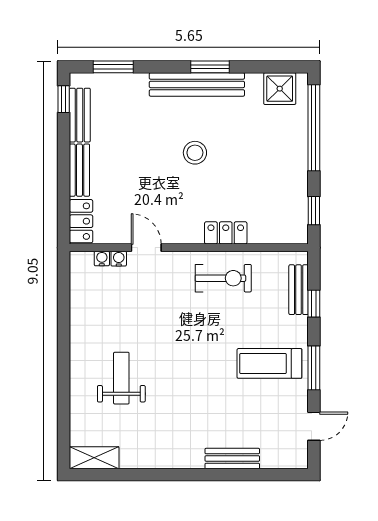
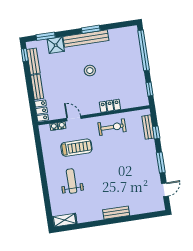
shower: (280, 89) -> (56, 45), moved
treadmill: (269, 363) -> (76, 148), moved, turned 180
bench: (232, 459) -> (116, 213), moved

